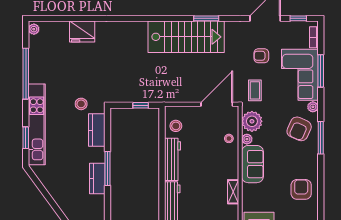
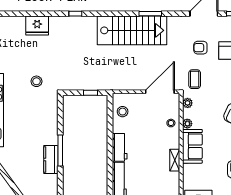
window: (124, 18) -> (75, 14), added
stool: (81, 104) -> (36, 81), moved
plant: (252, 121) -> (188, 103), width x0.53, depth x0.53
kitchen counter: (97, 130) -> (50, 115), removed
workbench: (173, 159) -> (120, 147), width x0.73
shelving: (233, 192) -> (175, 160), moved

